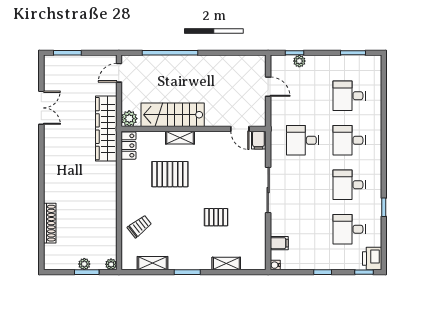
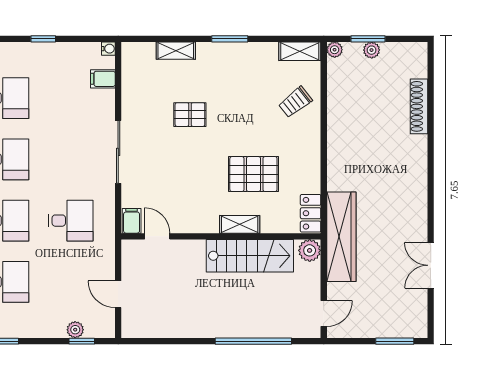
shelving: (153, 263) -> (300, 51), moved

